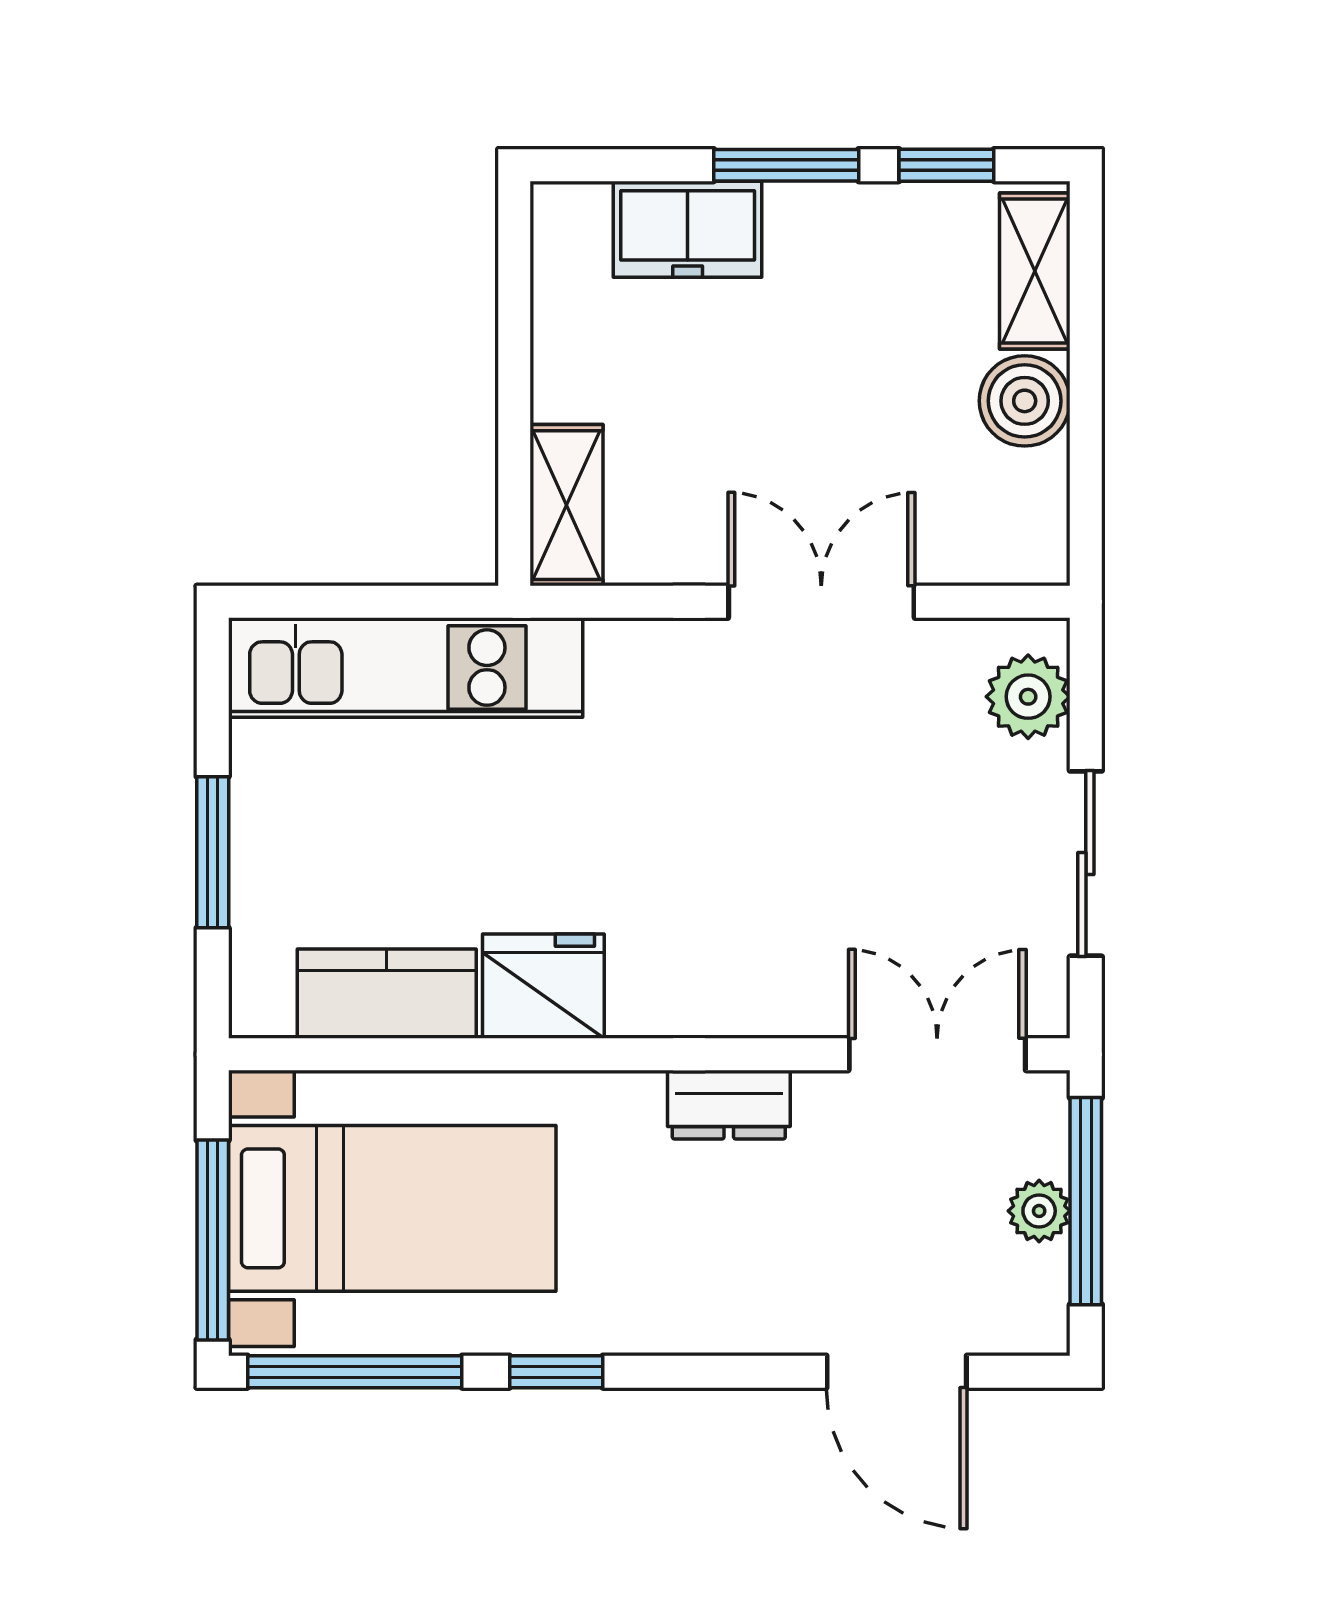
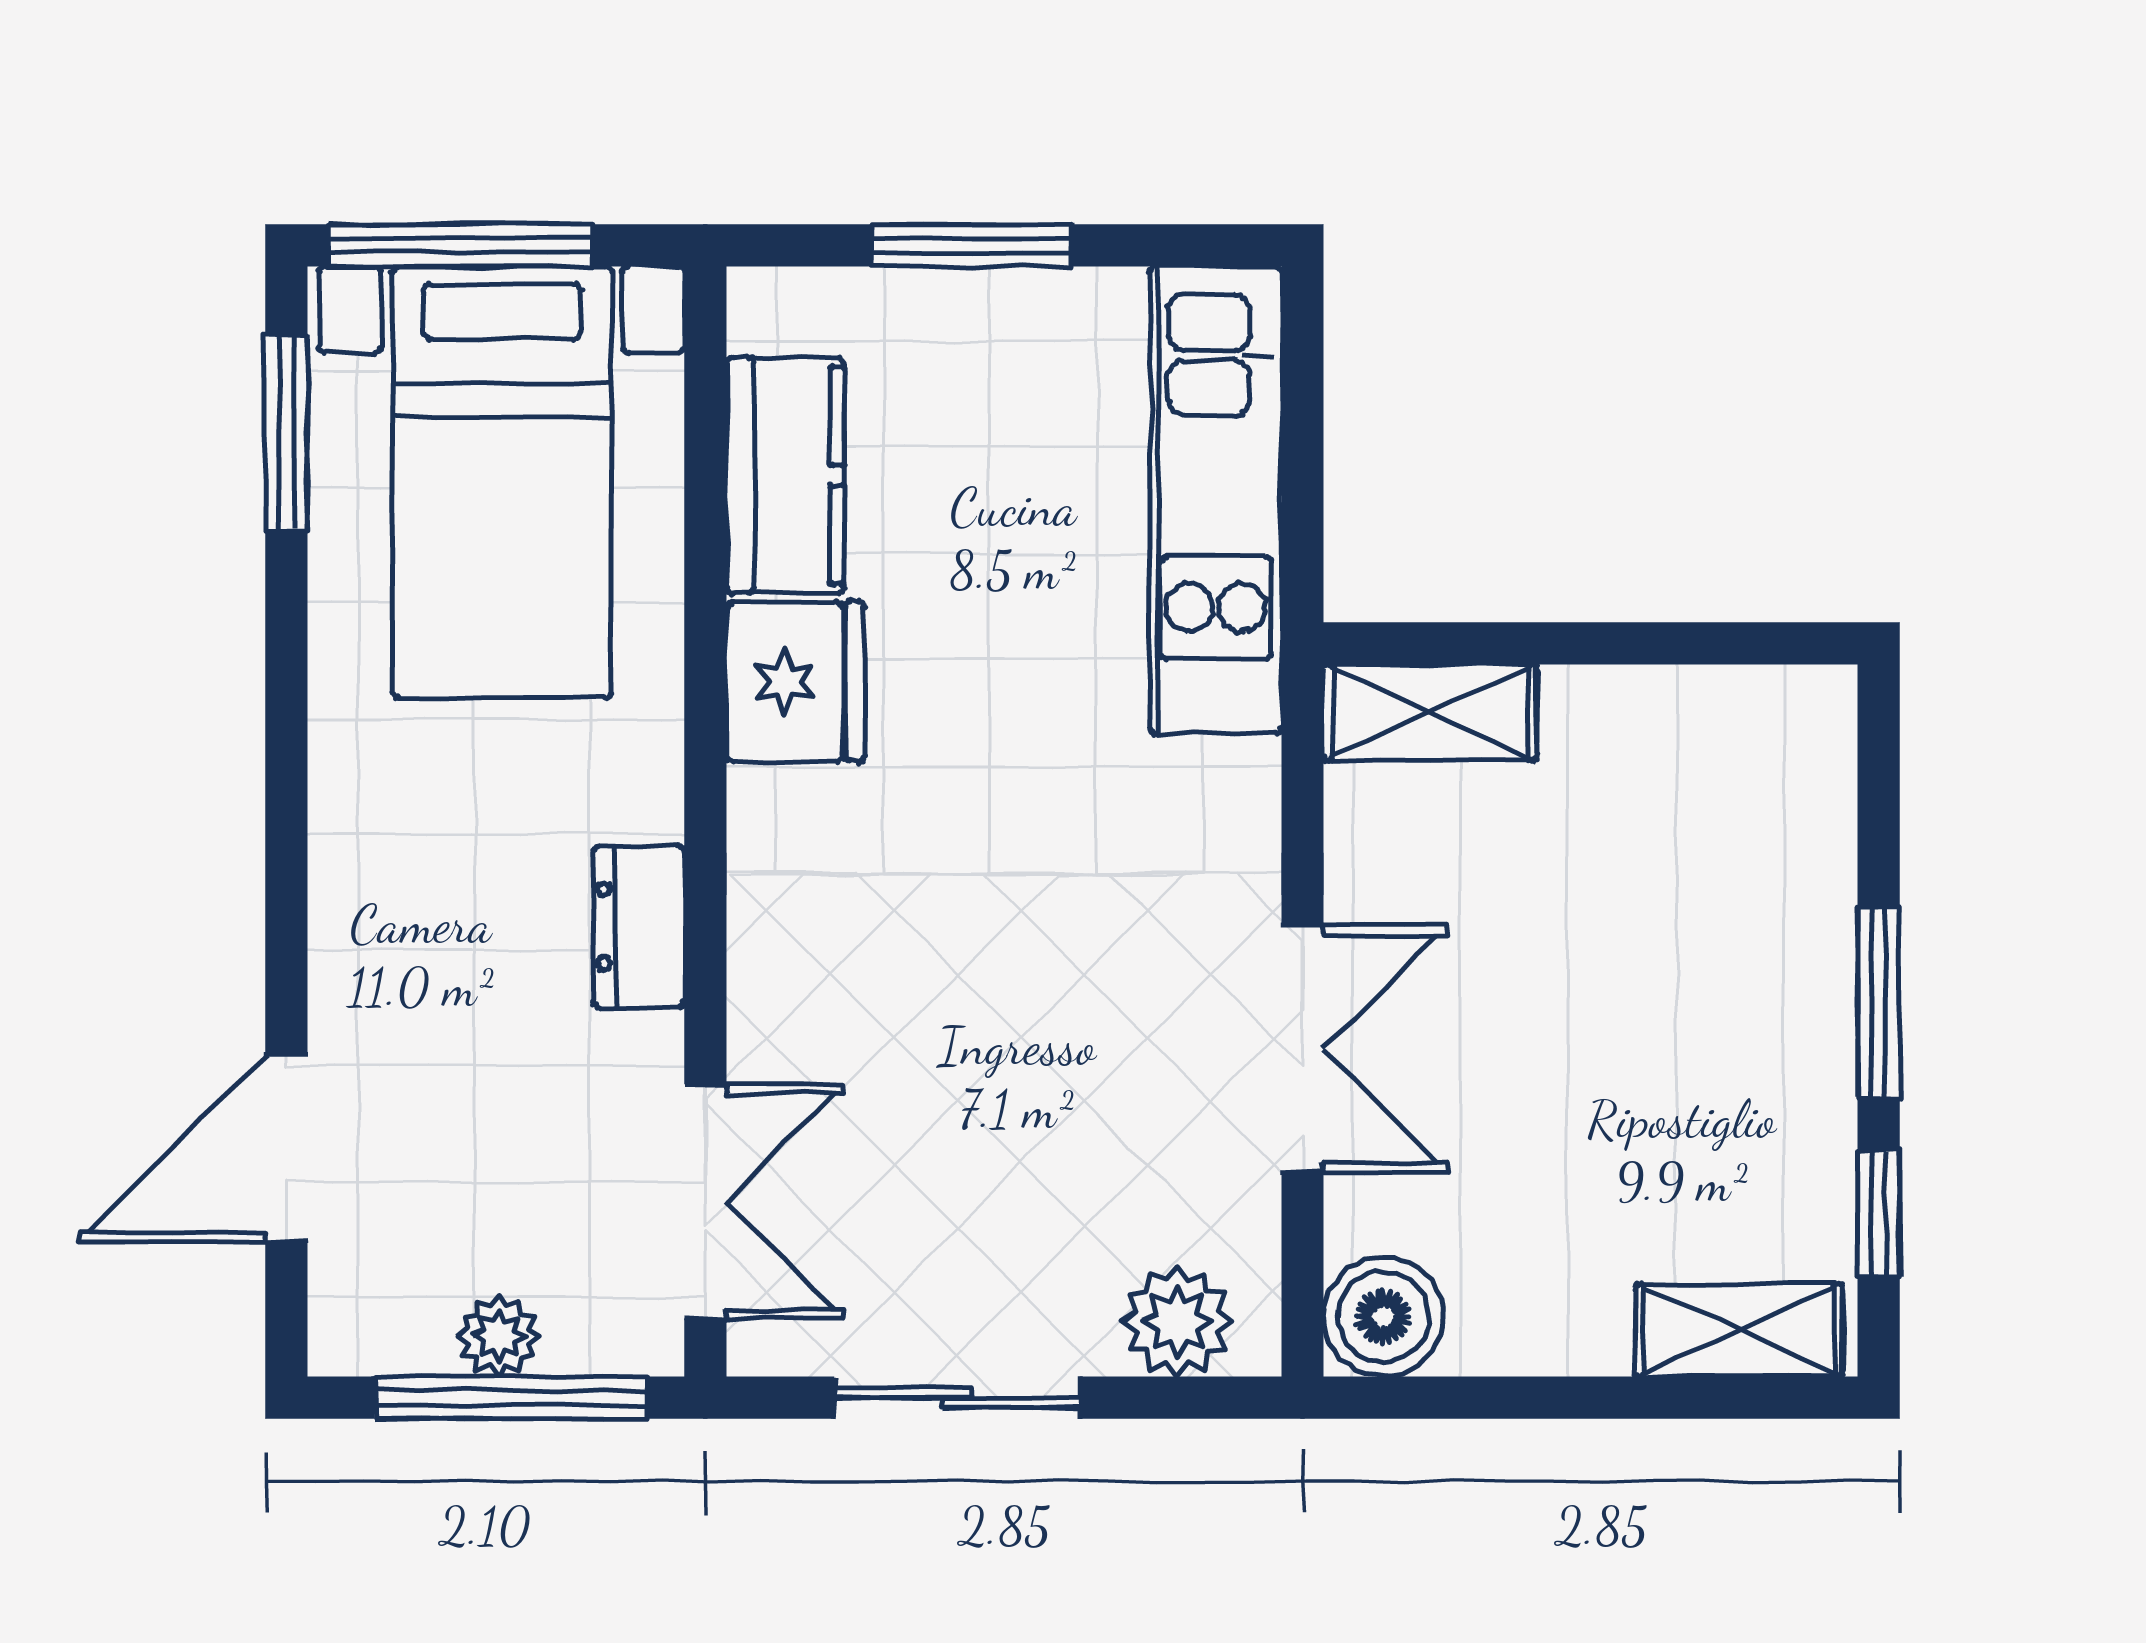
freezer: (688, 229) -> (1794, 872), removed
boiler: (1025, 401) -> (1383, 1317), moved
window: (355, 1372) -> (286, 433), width x0.69
window: (556, 1372) -> (286, 699), removed

